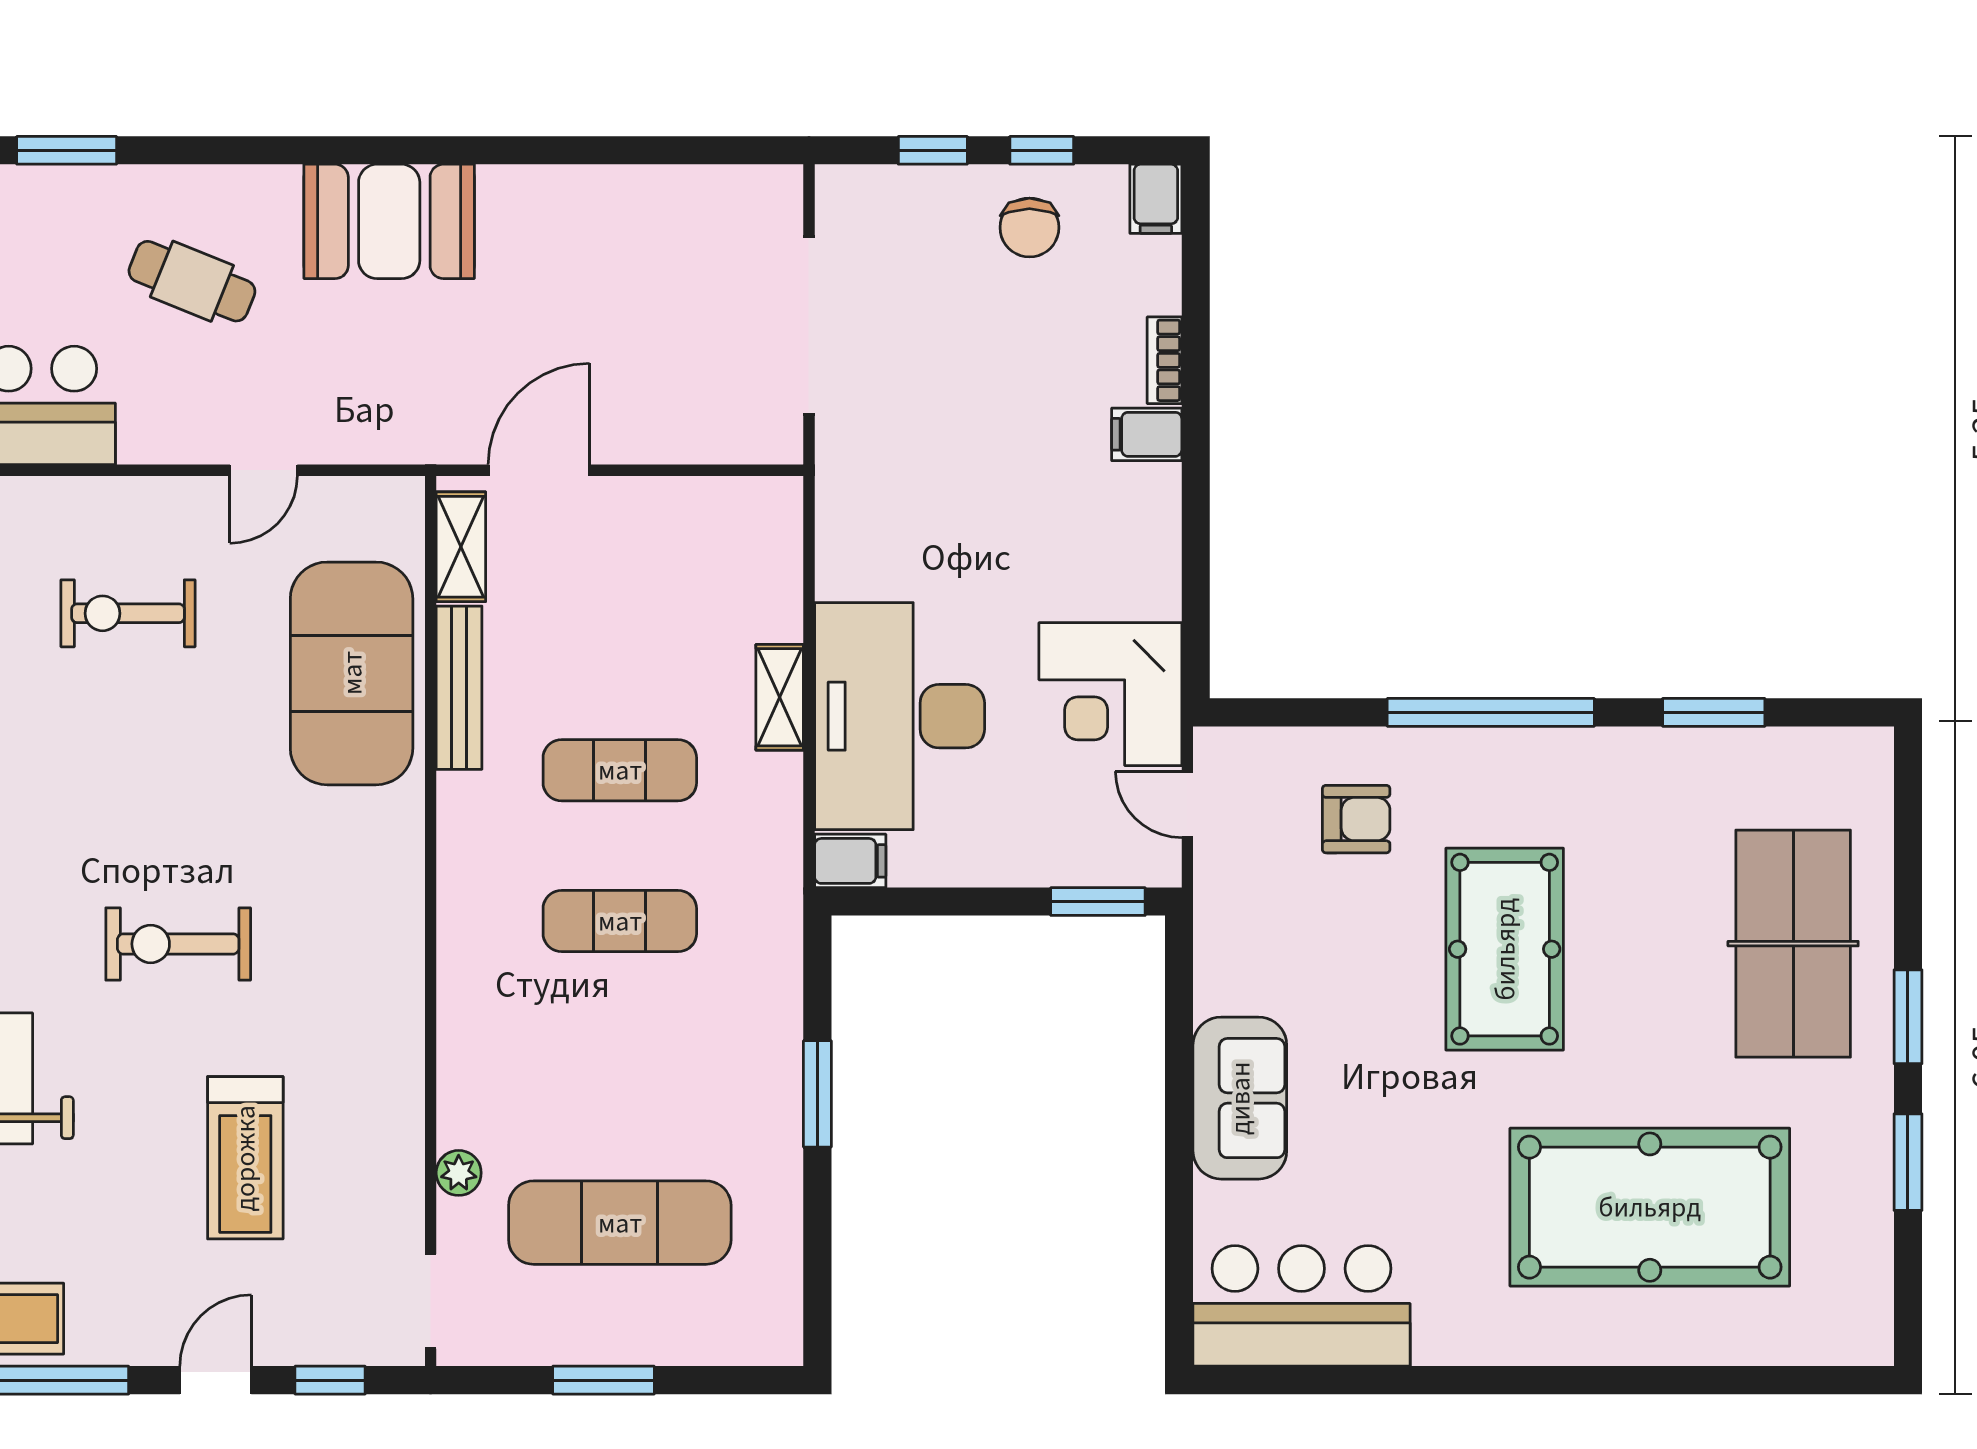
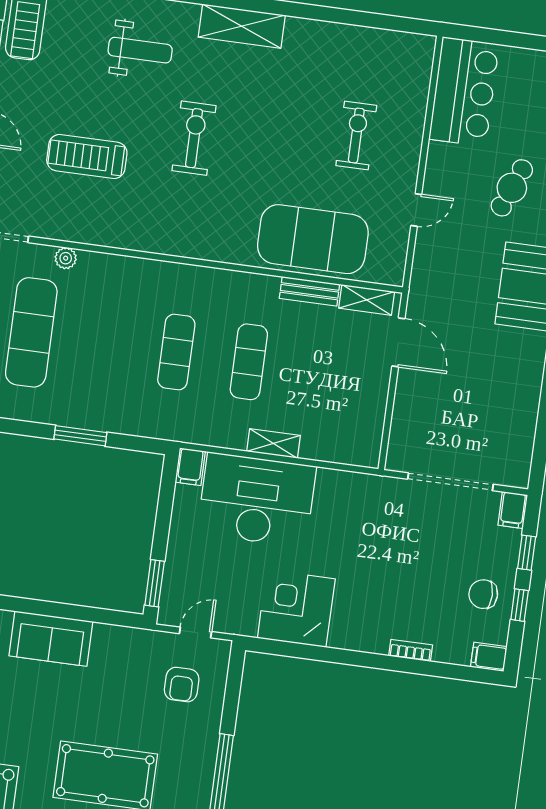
filing cabinet: (1147, 434) -> (513, 510), moved, turned 180
door: (264, 470) -> (416, 210), swing flipped
bench: (459, 688) -> (309, 291), width x0.73
corner desk: (1110, 694) -> (296, 608), moved
armchair: (1356, 819) -> (182, 685), moved

